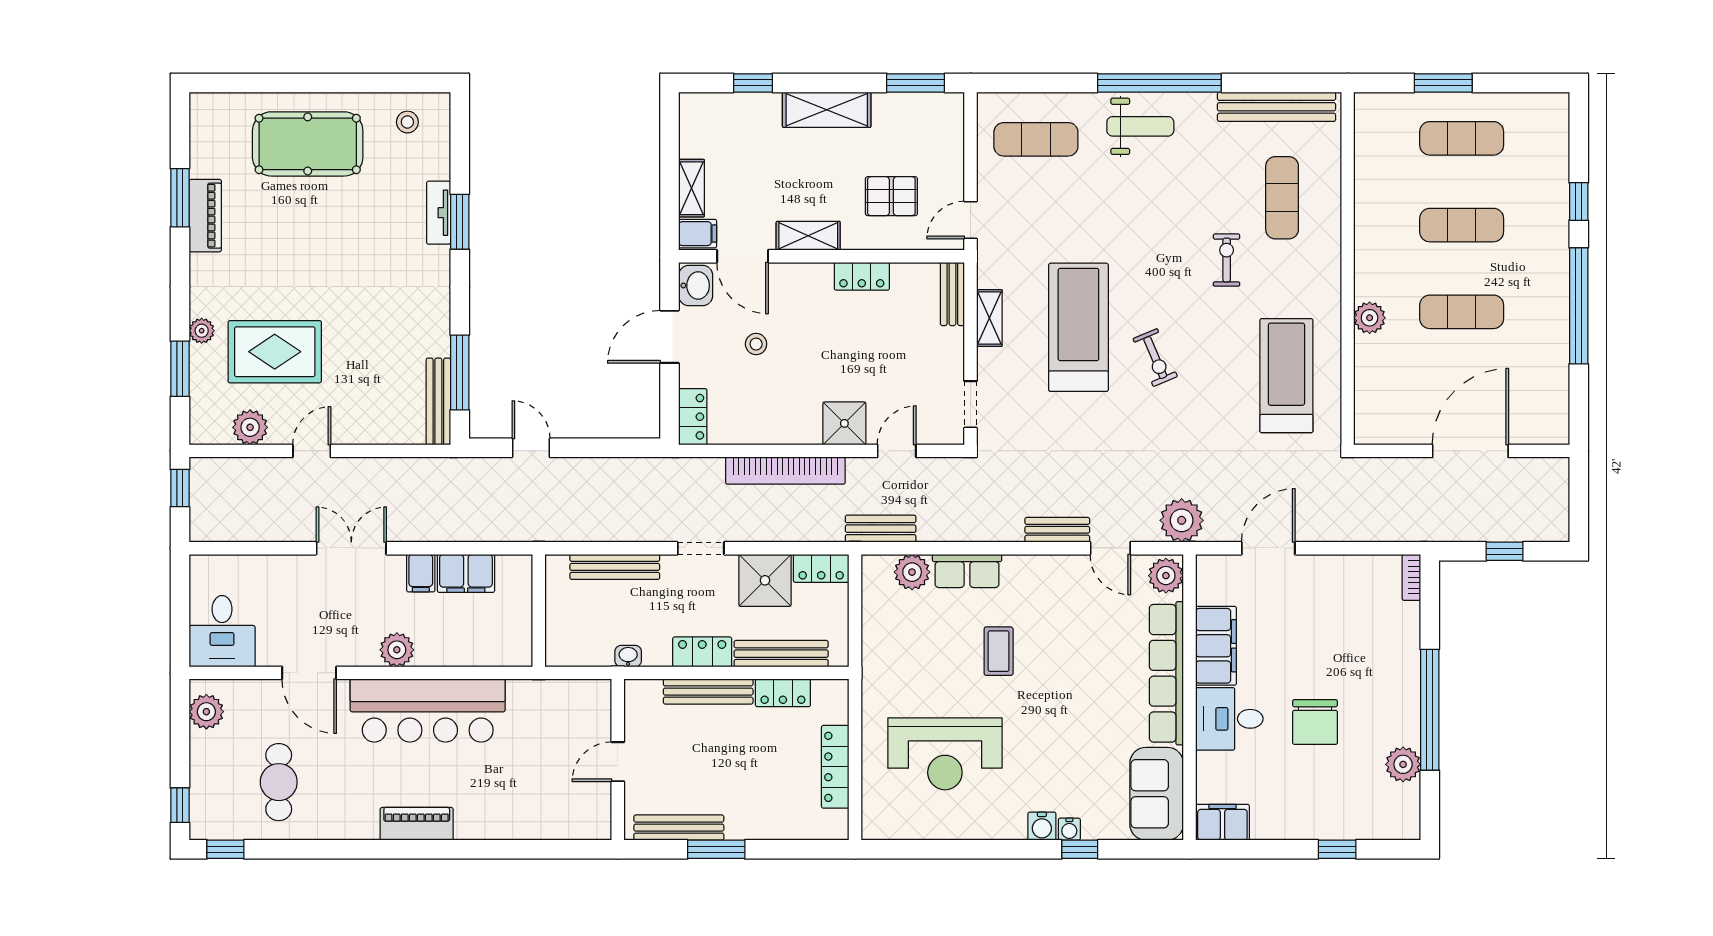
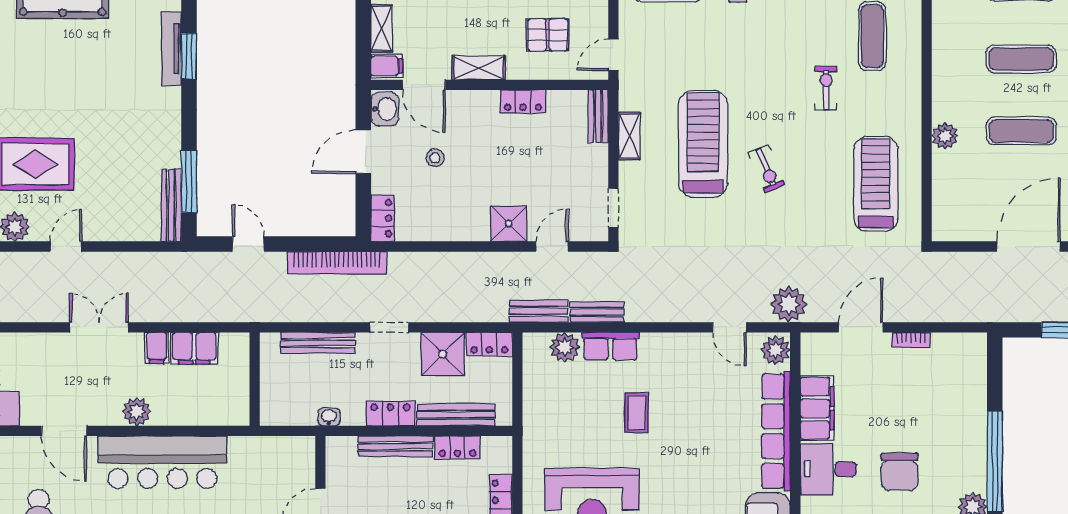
tv unit: (439, 213) -> (171, 49), width x1.41
bookcase: (785, 471) -> (337, 263), moved
bench: (1057, 530) -> (597, 312), moved
bookcase: (1411, 577) -> (911, 340), moved, turned -90

